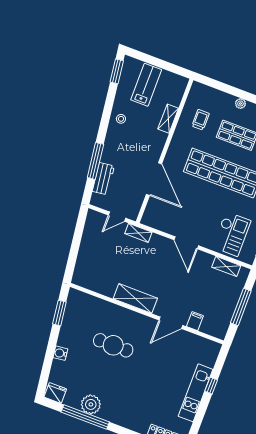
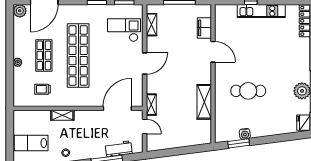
shelving: (168, 119) -> (62, 115), moved
door: (154, 179) -> (117, 108), moved
shelving: (135, 298) -> (204, 102), moved
filing cabinet: (195, 321) -> (204, 28), width x2.00
cafe table: (113, 345) -> (248, 91), turned 90
water cooler: (60, 353) -> (245, 134), moved

